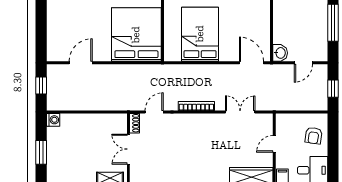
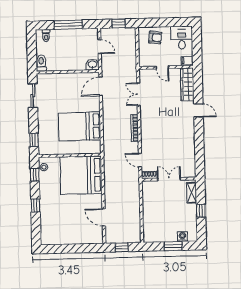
washing machine: (53, 120) -> (182, 237), moved
double door: (128, 149) -> (169, 179), swing flipped

